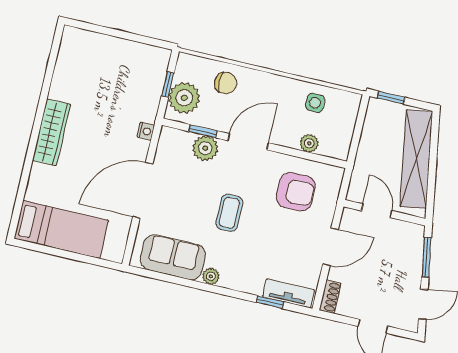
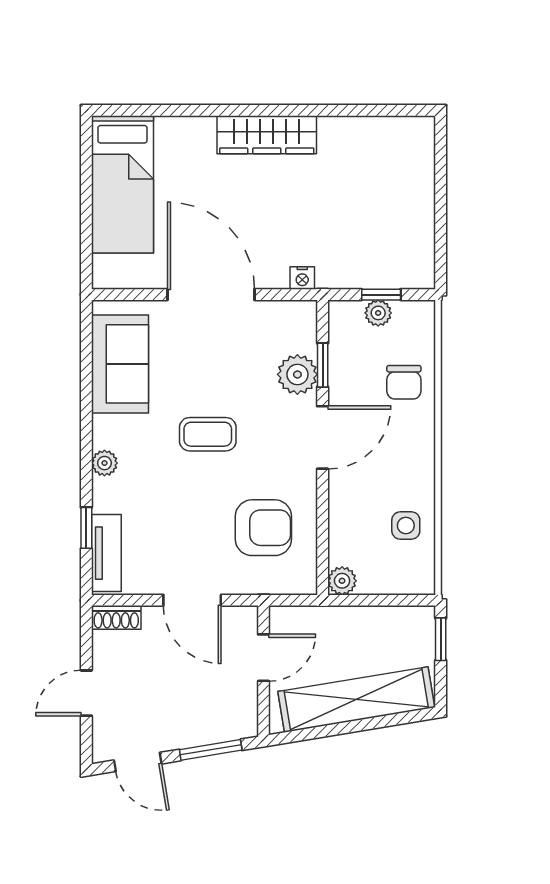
plant: (184, 98) -> (378, 313), width x0.53, depth x0.53
door: (248, 142) -> (323, 437), hinge flipped
plant: (309, 143) -> (342, 581), moved
armchair: (296, 192) -> (263, 528), turned -90
plant: (211, 276) -> (104, 463), moved

